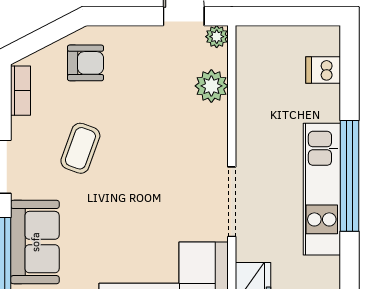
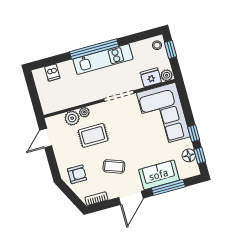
plant: (217, 37) -> (84, 112), moved
armchair: (86, 63) -> (77, 174), turned 90
rug: (161, 122) -> (93, 135), added

